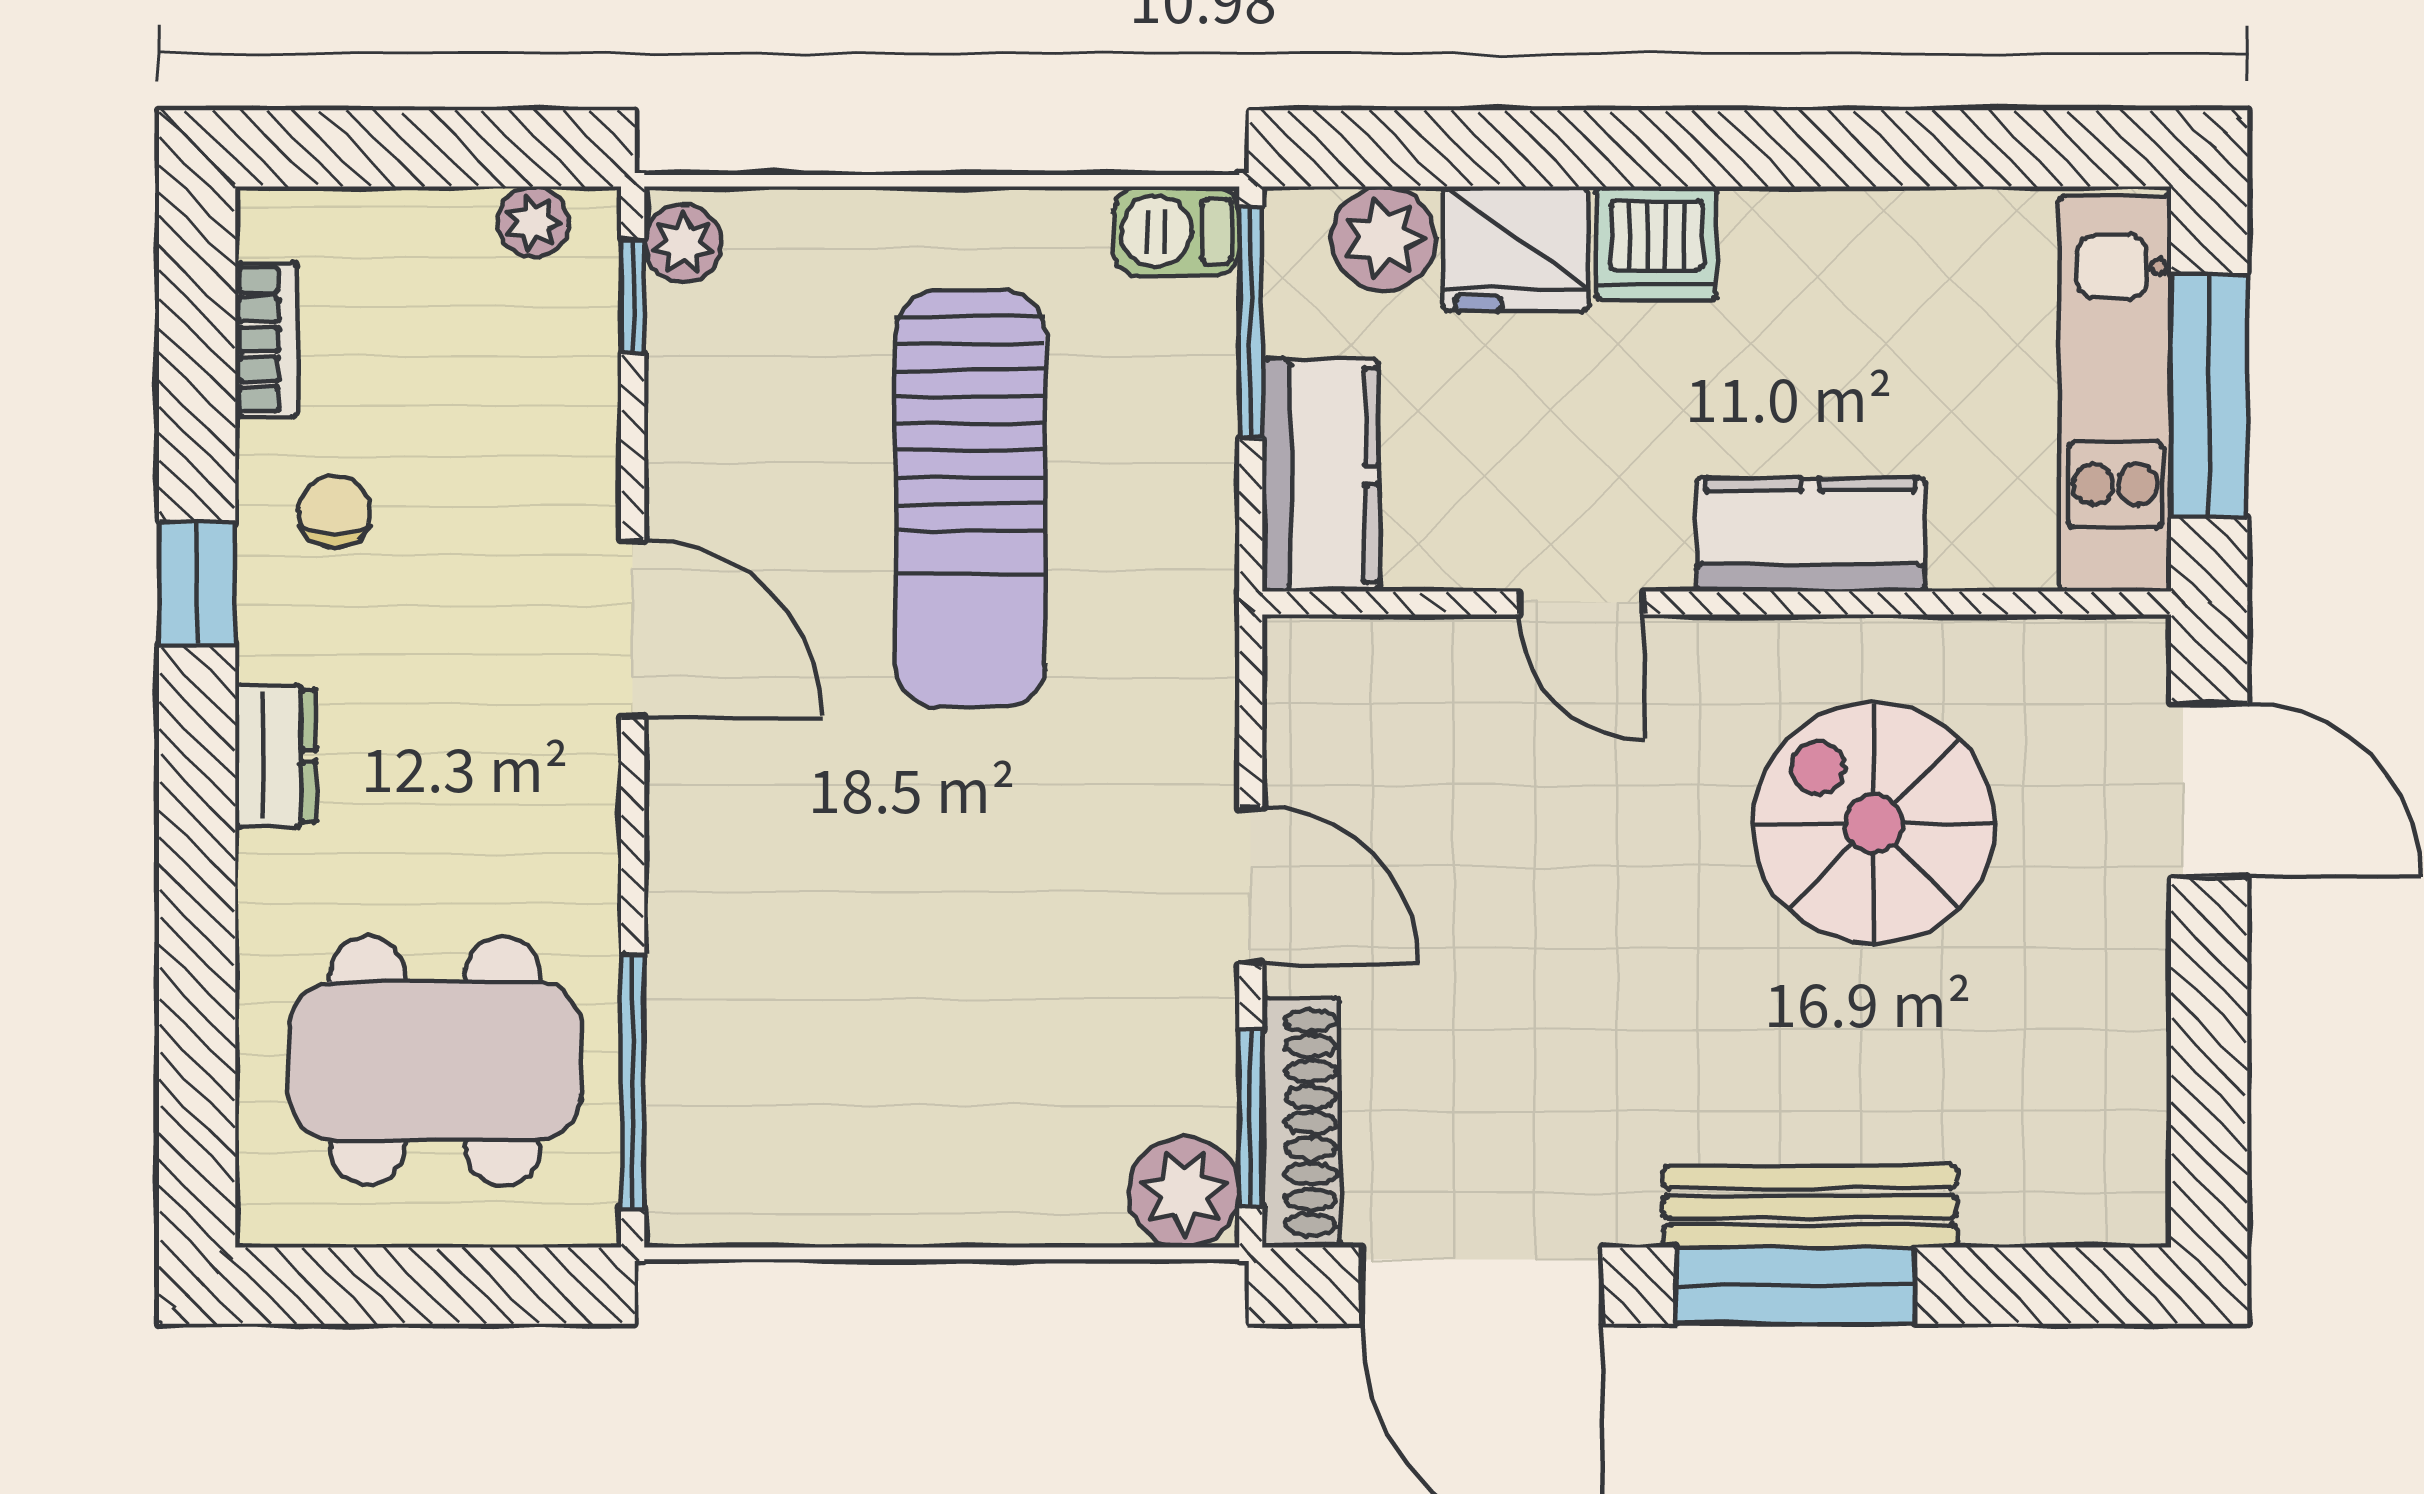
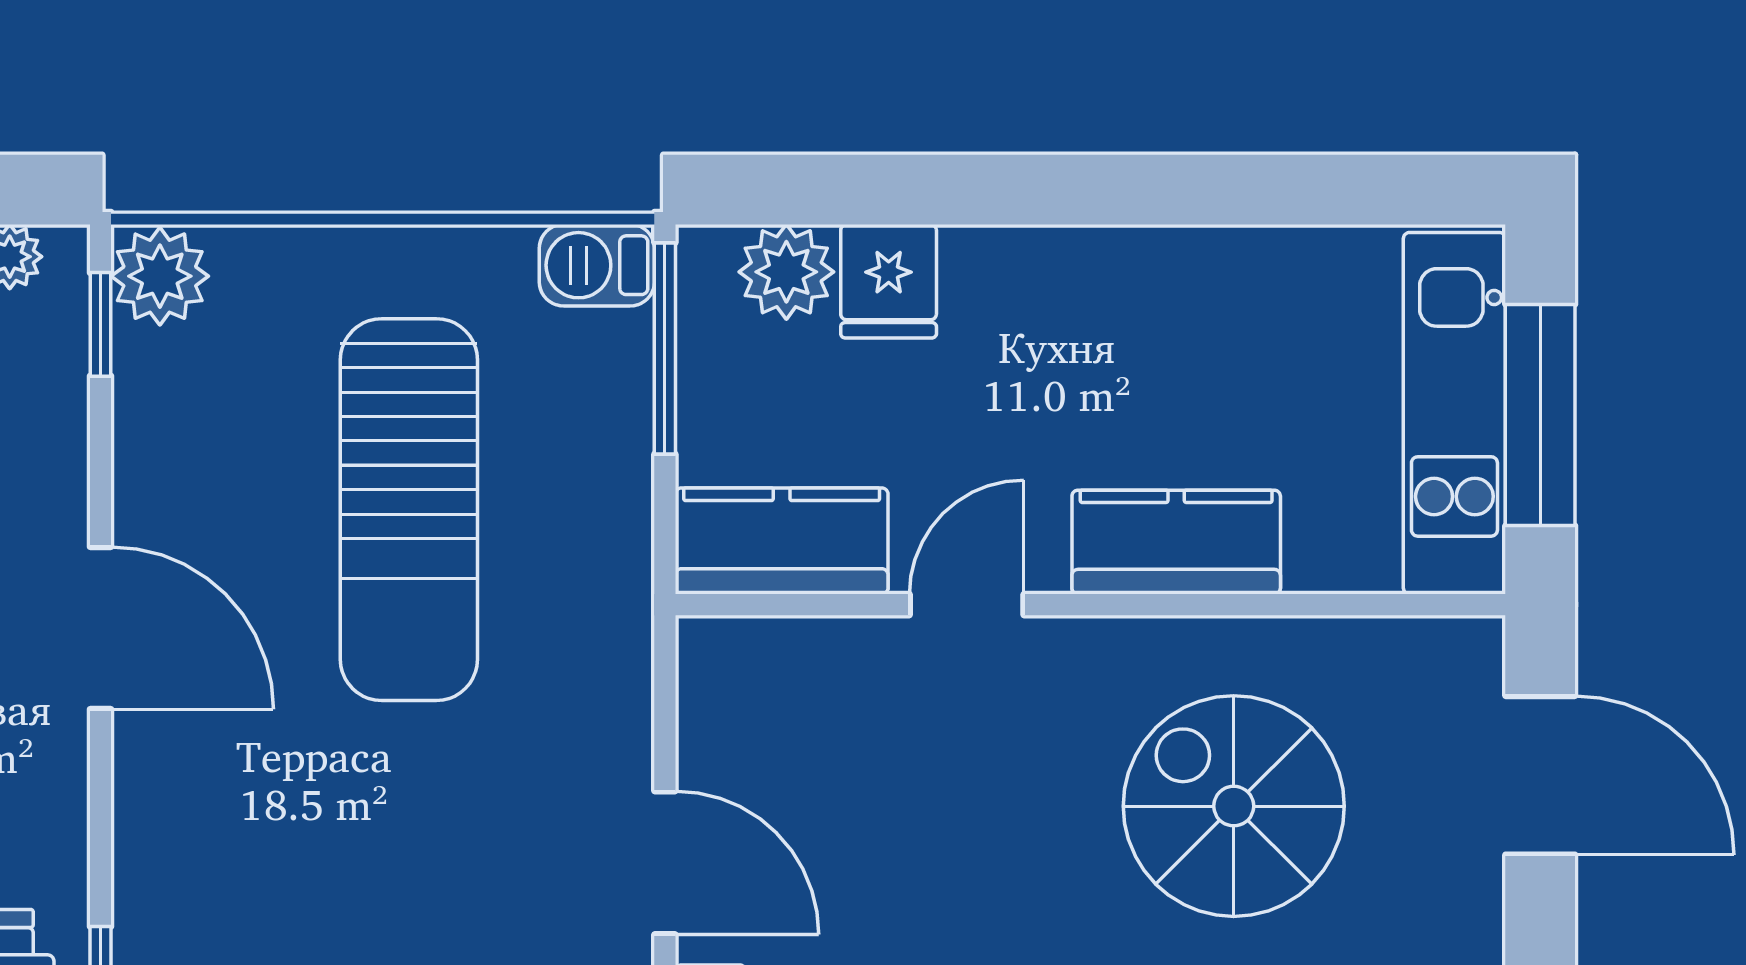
plant: (683, 243) -> (160, 276), width x1.38, depth x1.38
dishwasher: (1657, 243) -> (1036, 276), removed
fridge: (1516, 249) -> (889, 281), width x0.72
kitchen counter: (1320, 475) -> (782, 541), moved, turned -90
door: (1581, 603) -> (967, 605), swing flipped

